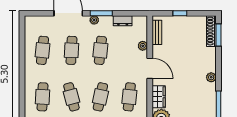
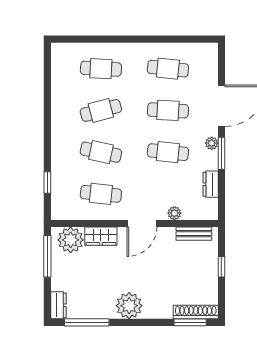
plant: (211, 77) -> (129, 306), width x1.87, depth x1.87

